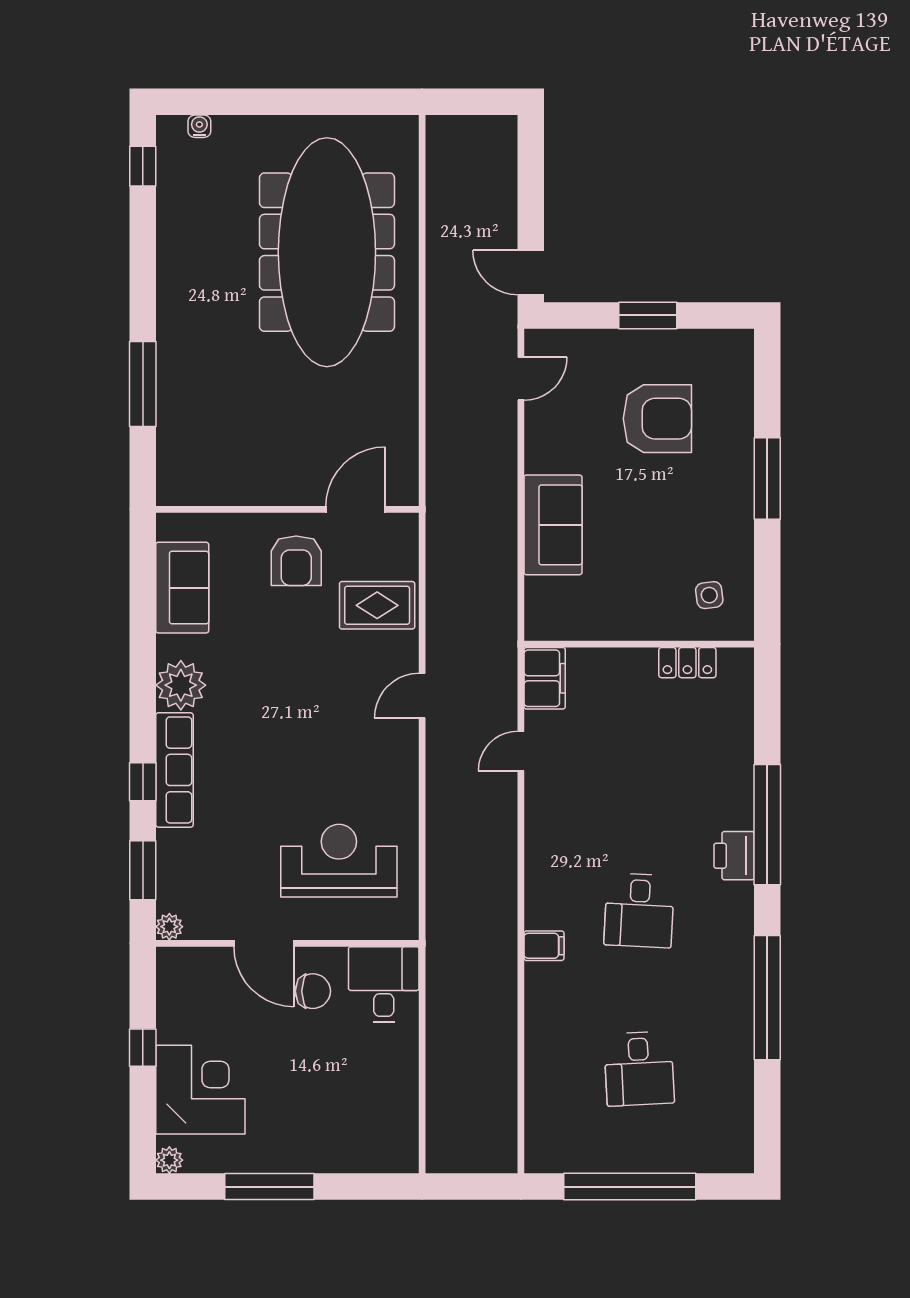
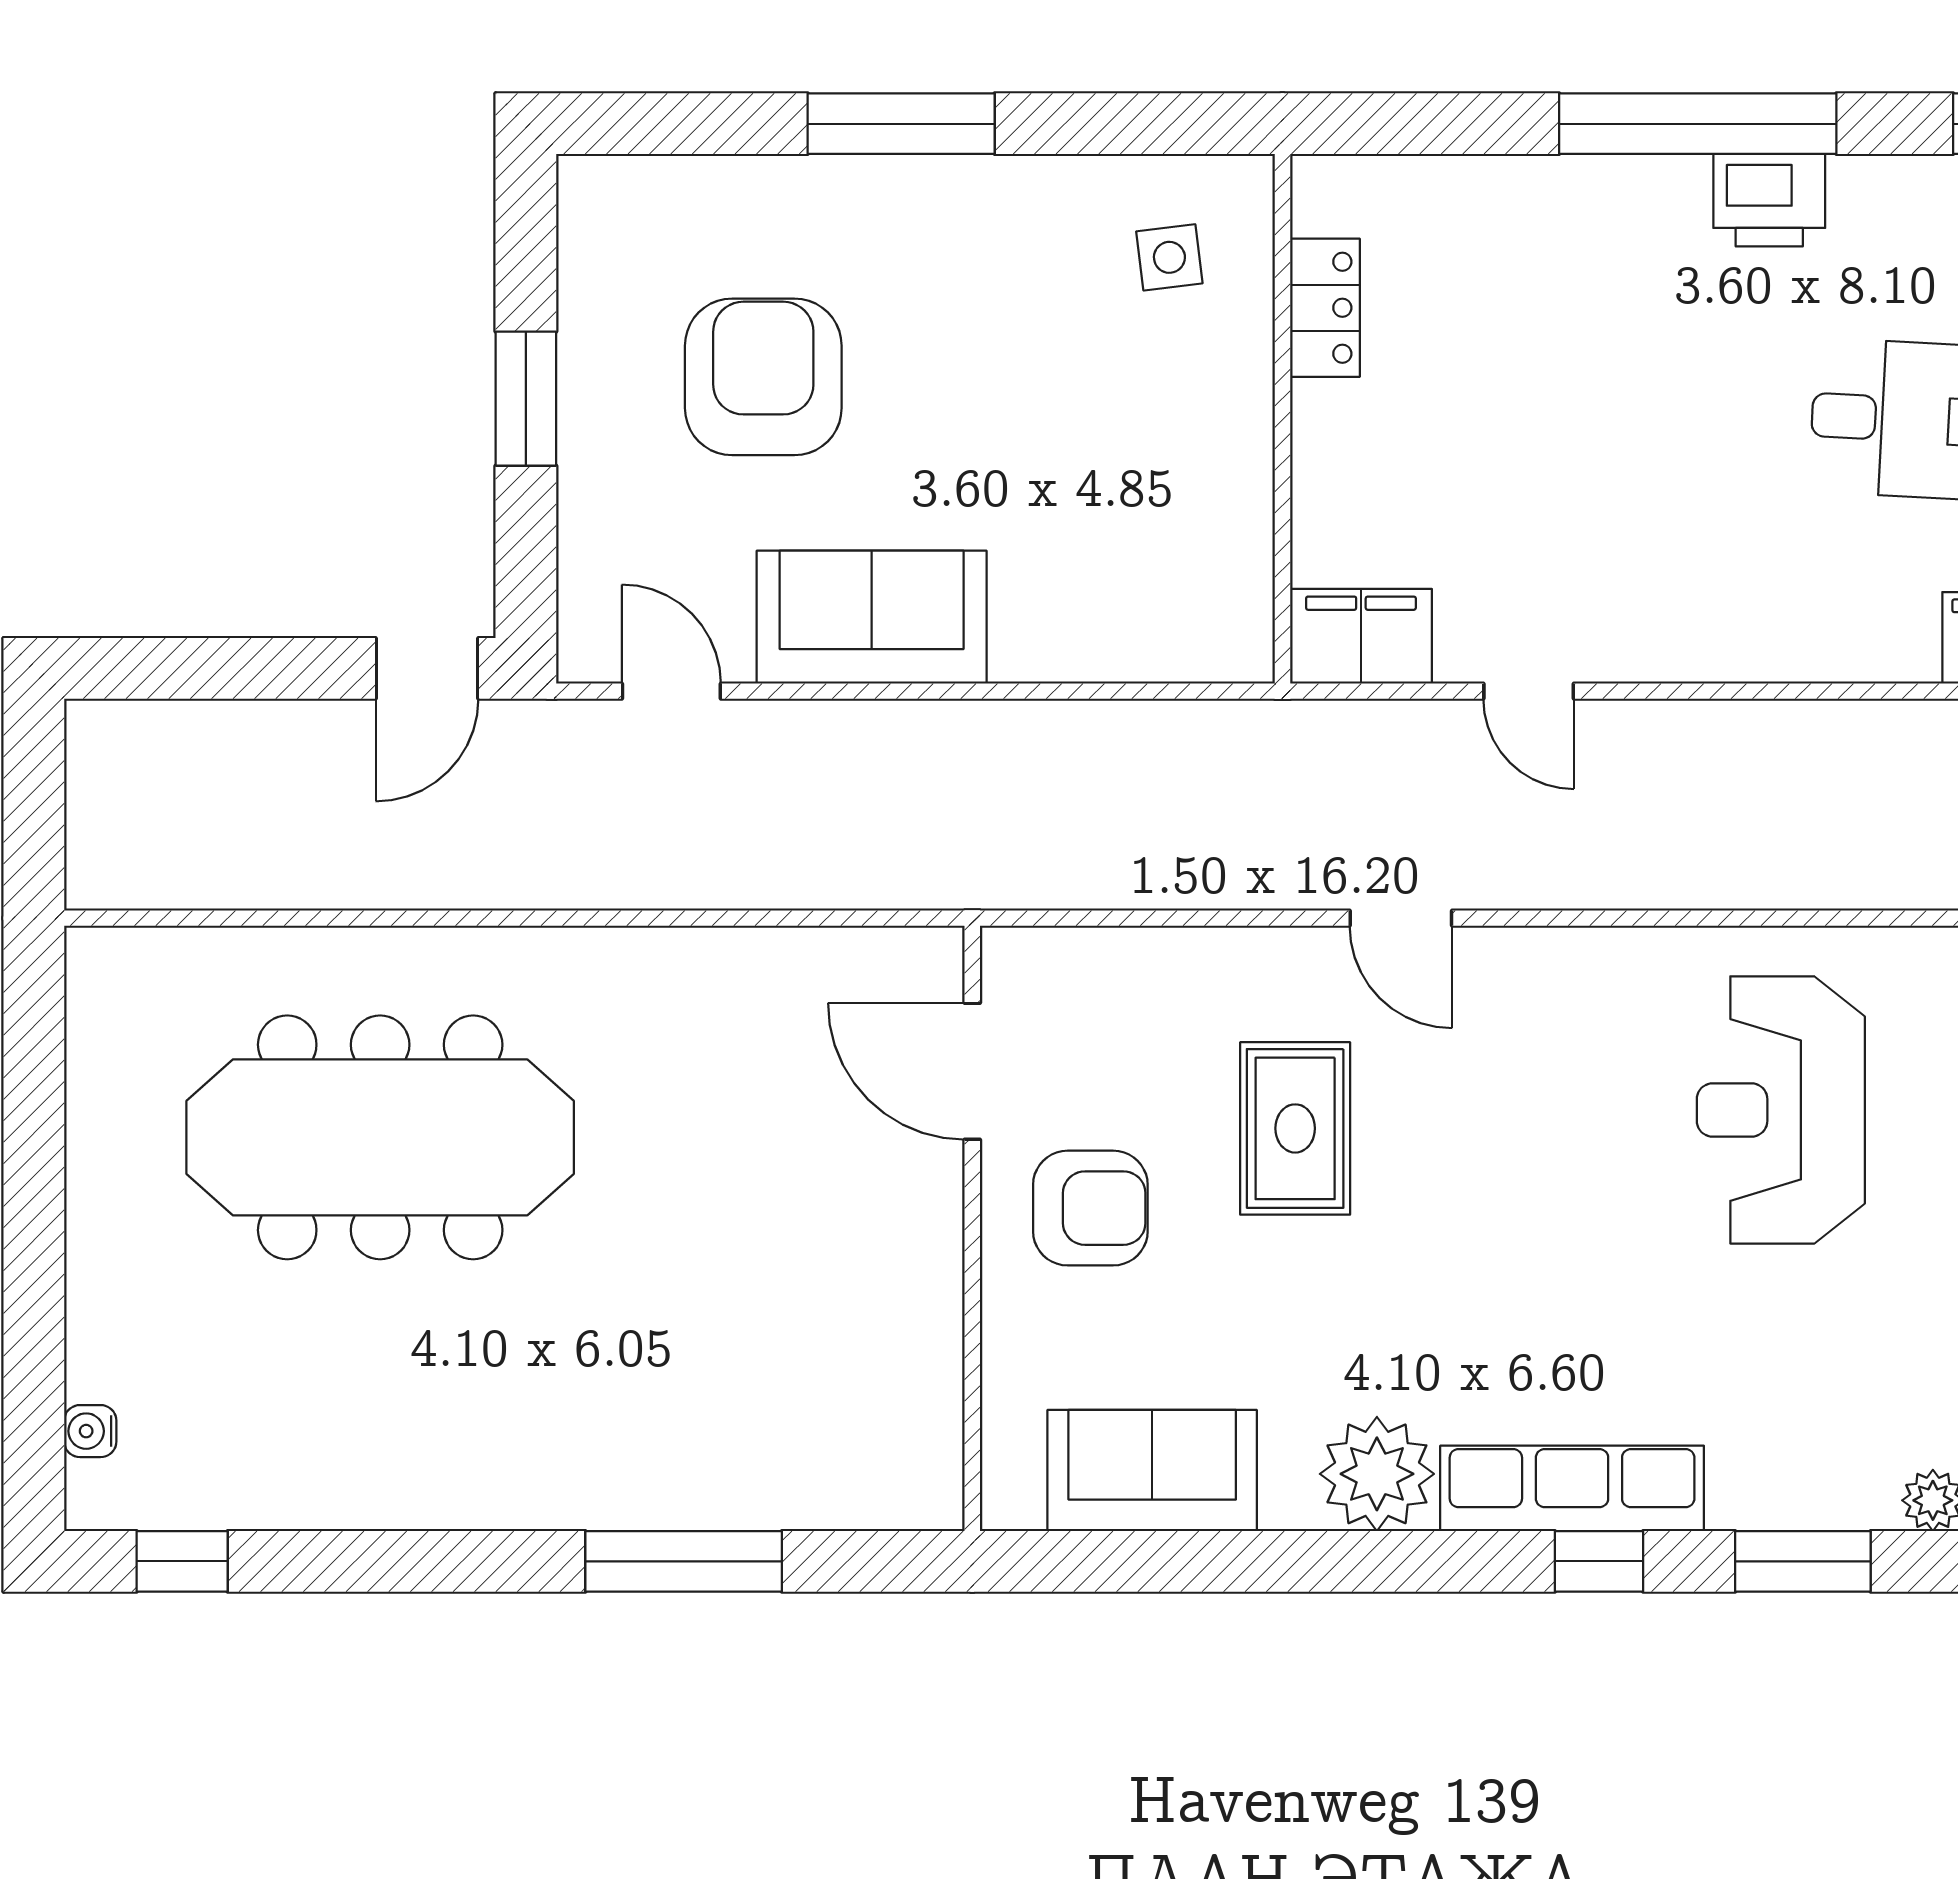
meeting table: (327, 252) -> (380, 1137), width x0.73, depth x0.79
sofa: (553, 525) -> (872, 617), moved
rug: (377, 605) -> (1295, 1128), moved

